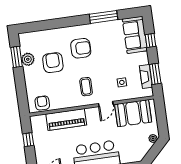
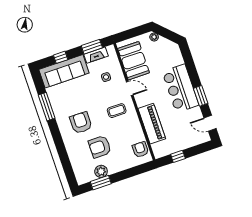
sofa: (135, 35) -> (64, 71), width x1.36
armchair: (42, 103) -> (140, 150), turned 90

